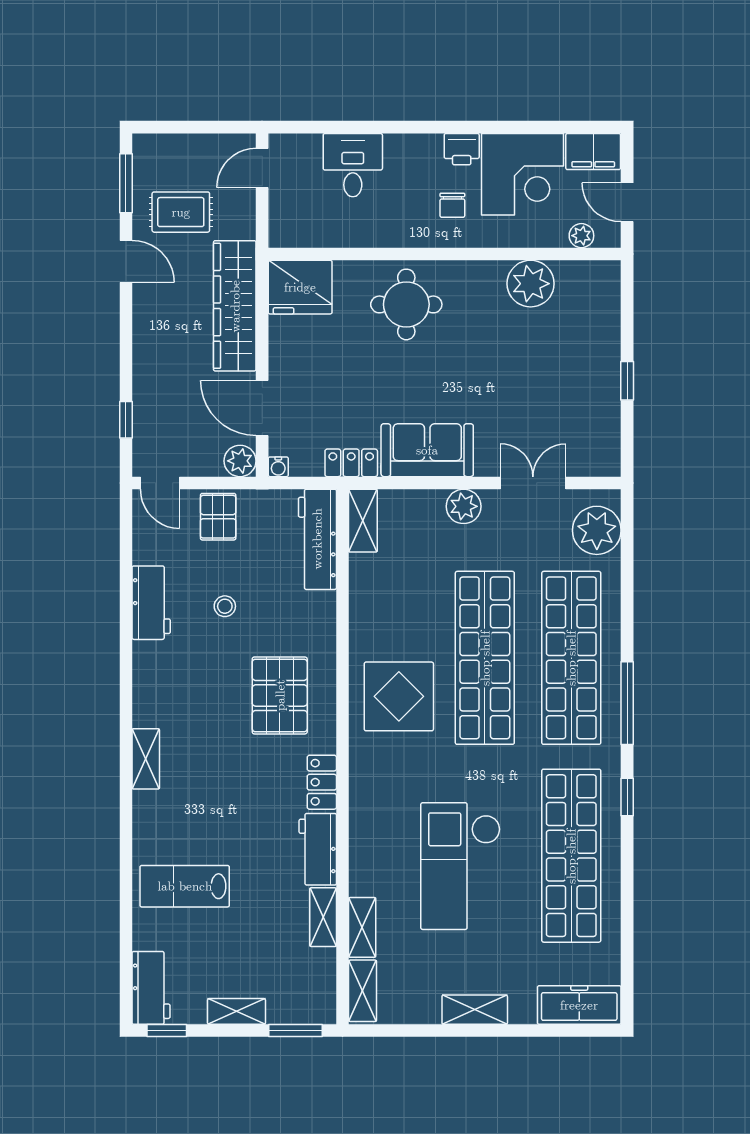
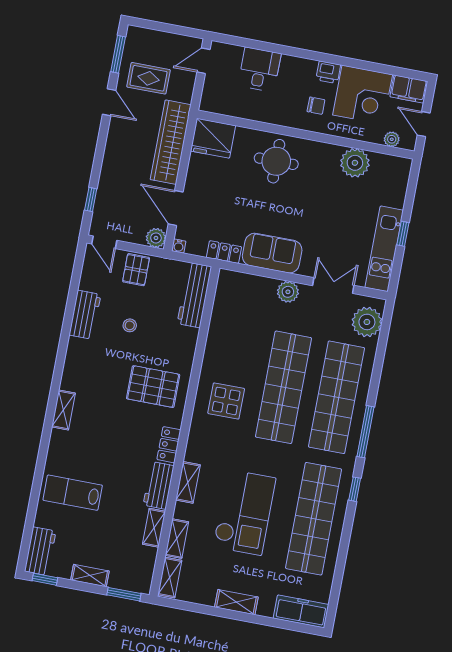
chair: (452, 205) -> (316, 106), turned -90
kitchen unit: (602, 410) -> (384, 249), added
shelving: (363, 521) -> (188, 482), moved
pallet: (280, 695) -> (153, 387), turned 90
display table: (399, 696) -> (226, 401), width x0.73, depth x0.73
checkout: (461, 866) -> (244, 512), turned 180

